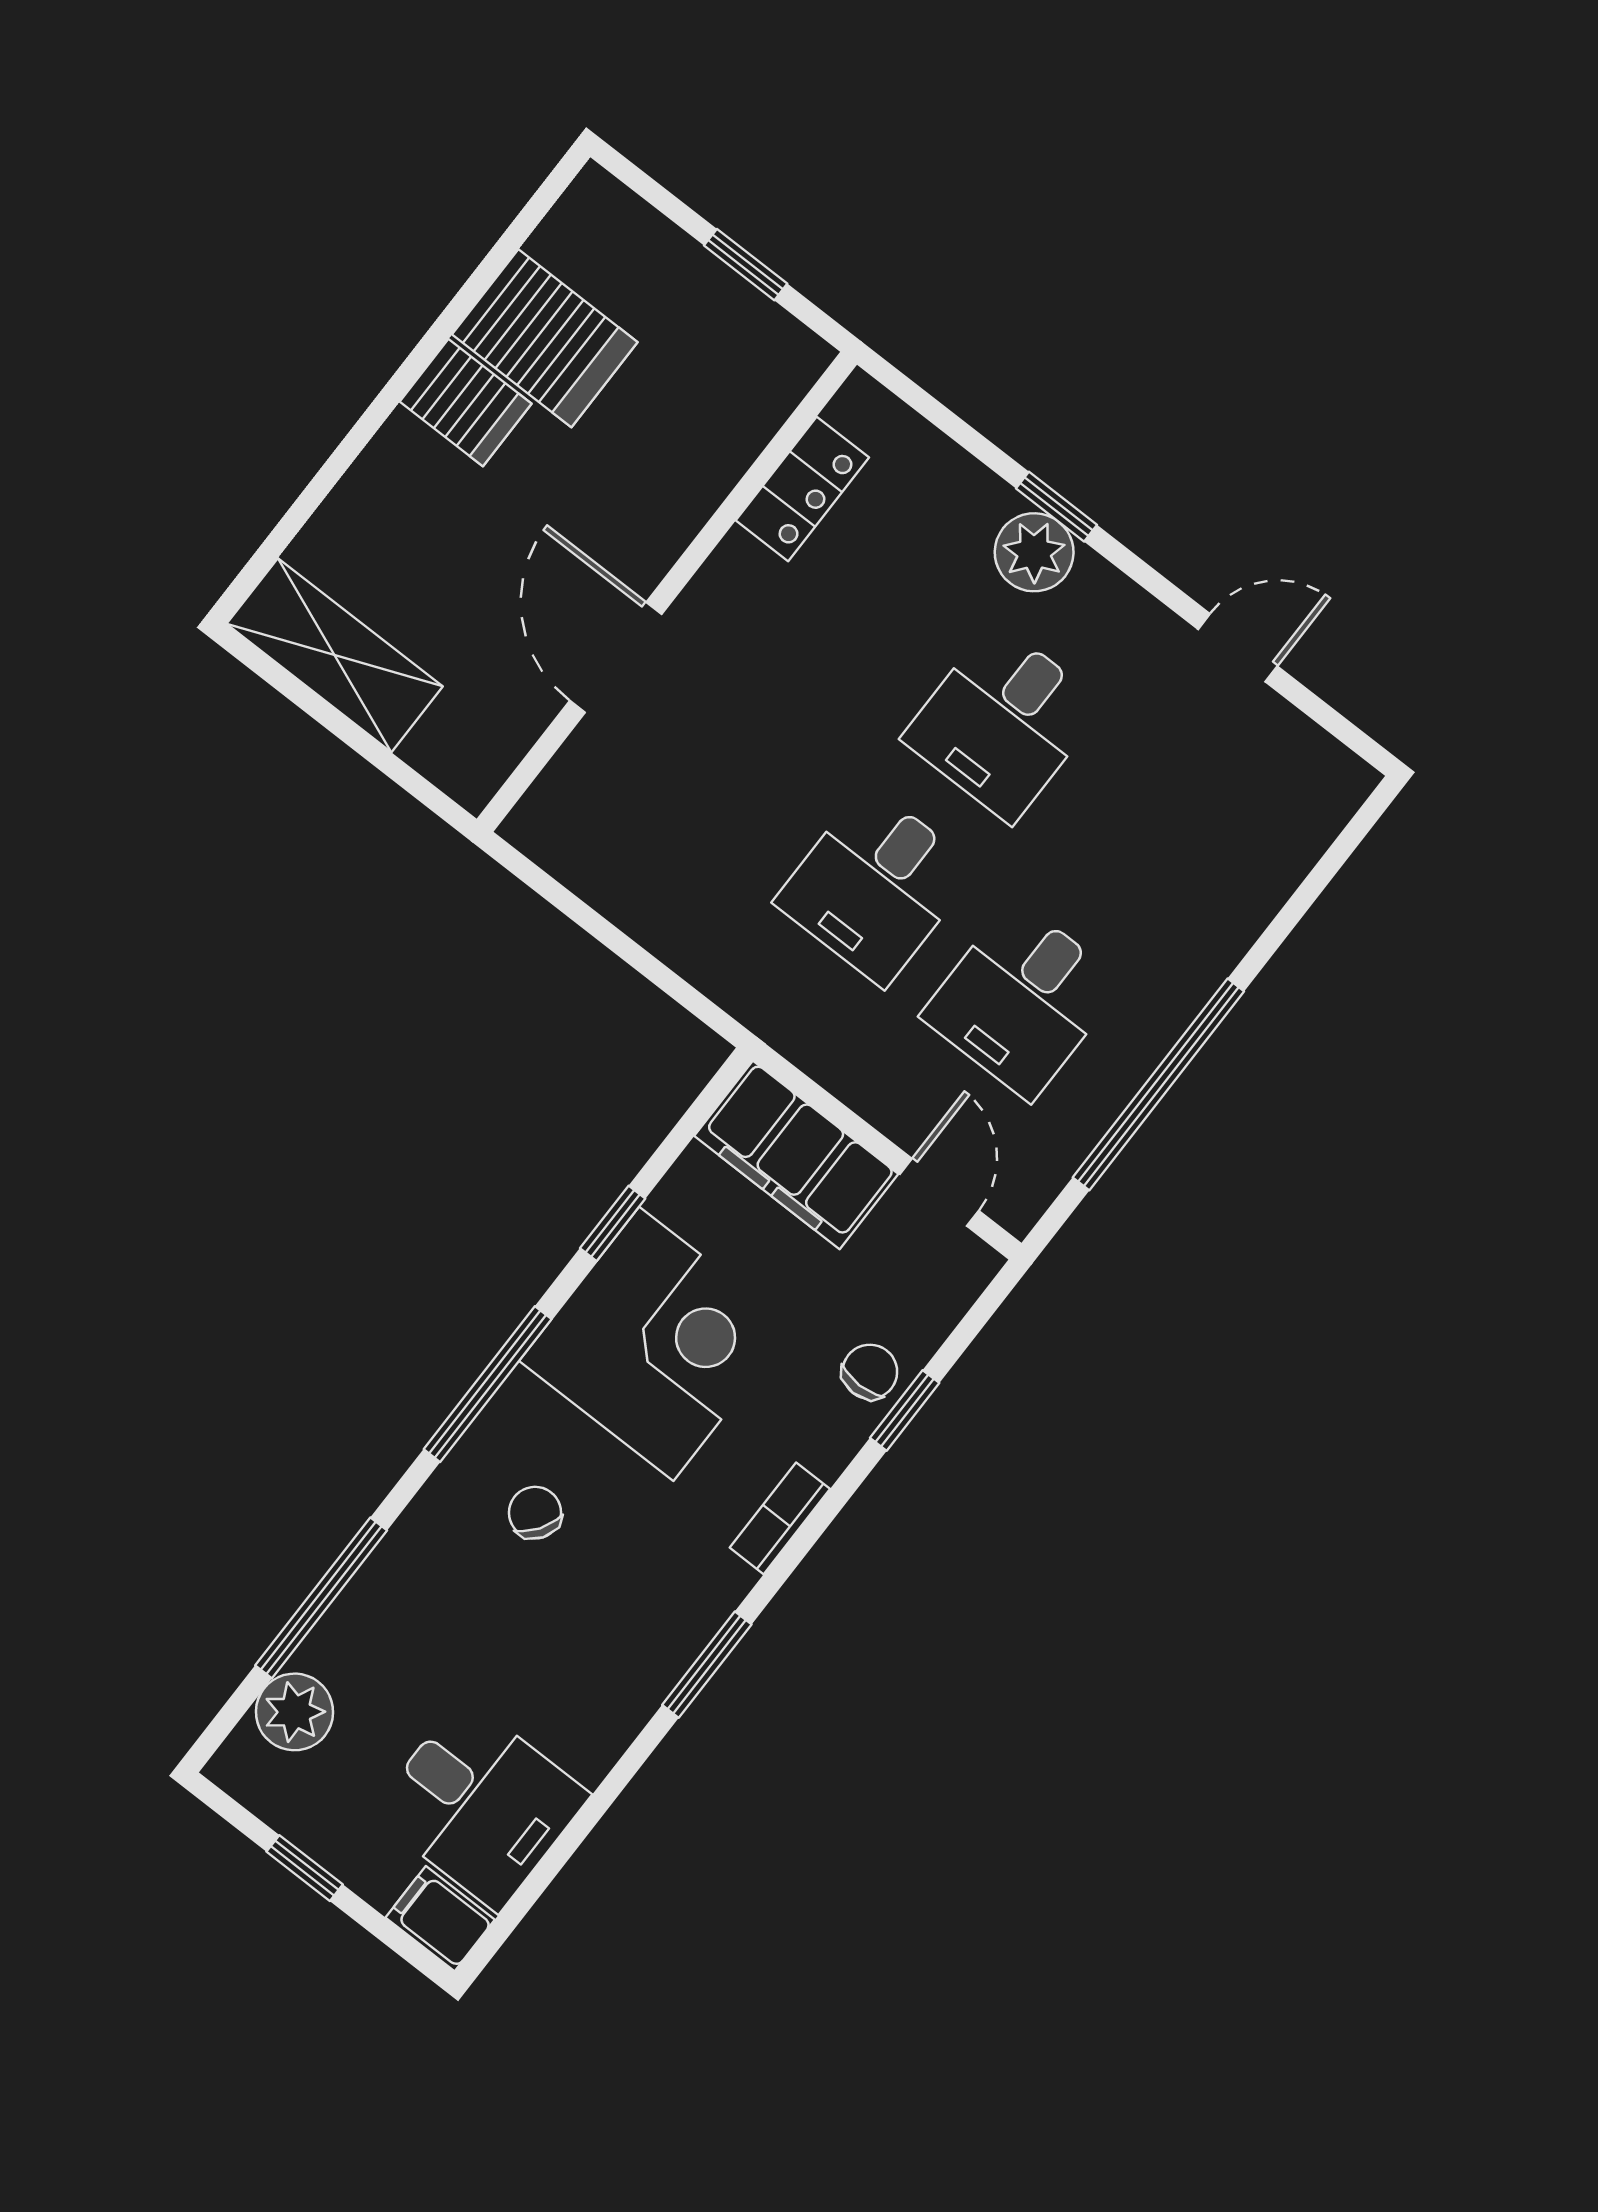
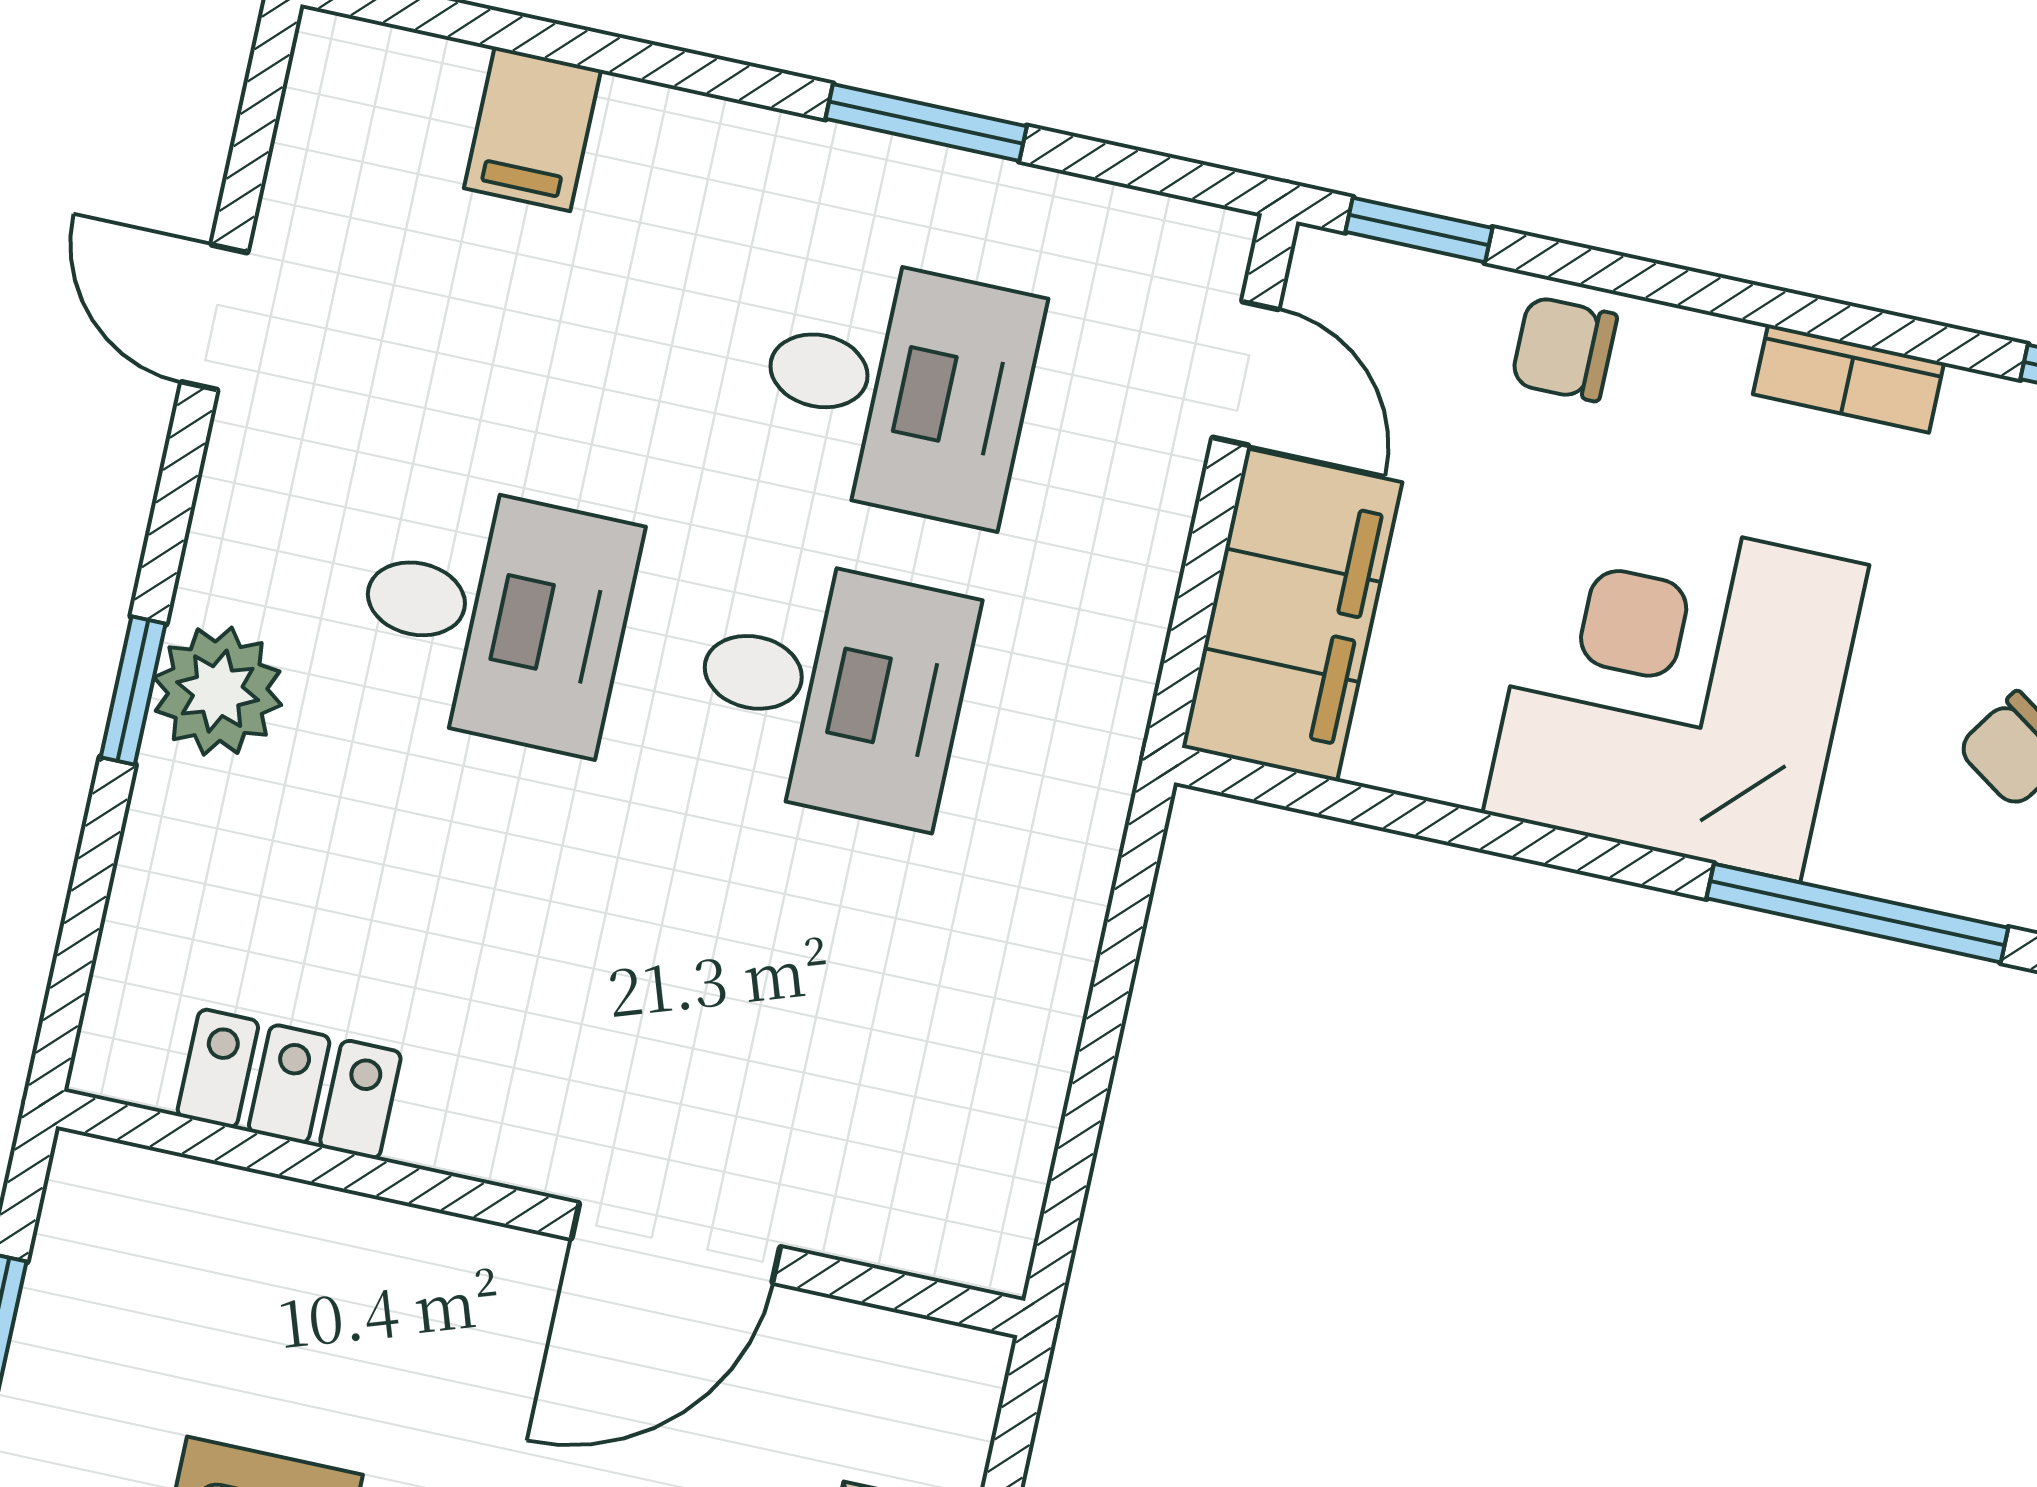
filing cabinet: (1257, 869) -> (532, 129), added
window: (1158, 1084) -> (926, 122), width x0.47
door: (939, 1192) -> (1245, 373), swing flipped
window: (613, 1223) -> (1526, 841), removed
window: (905, 1410) -> (1419, 230), moved

